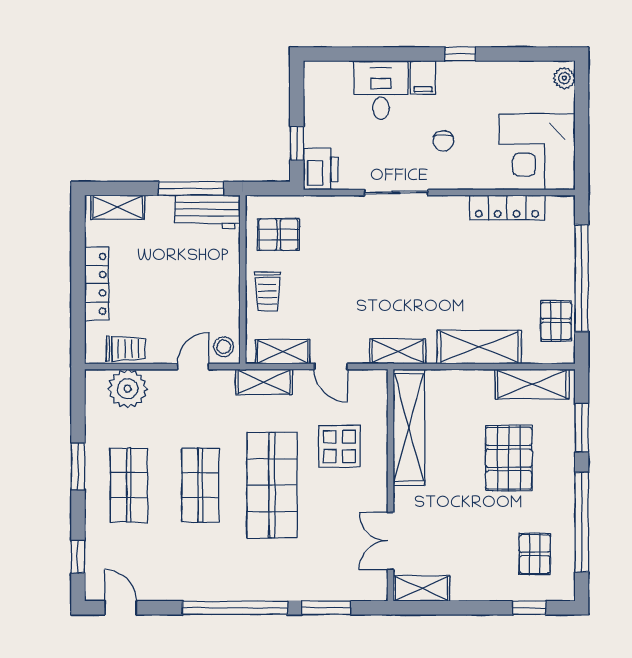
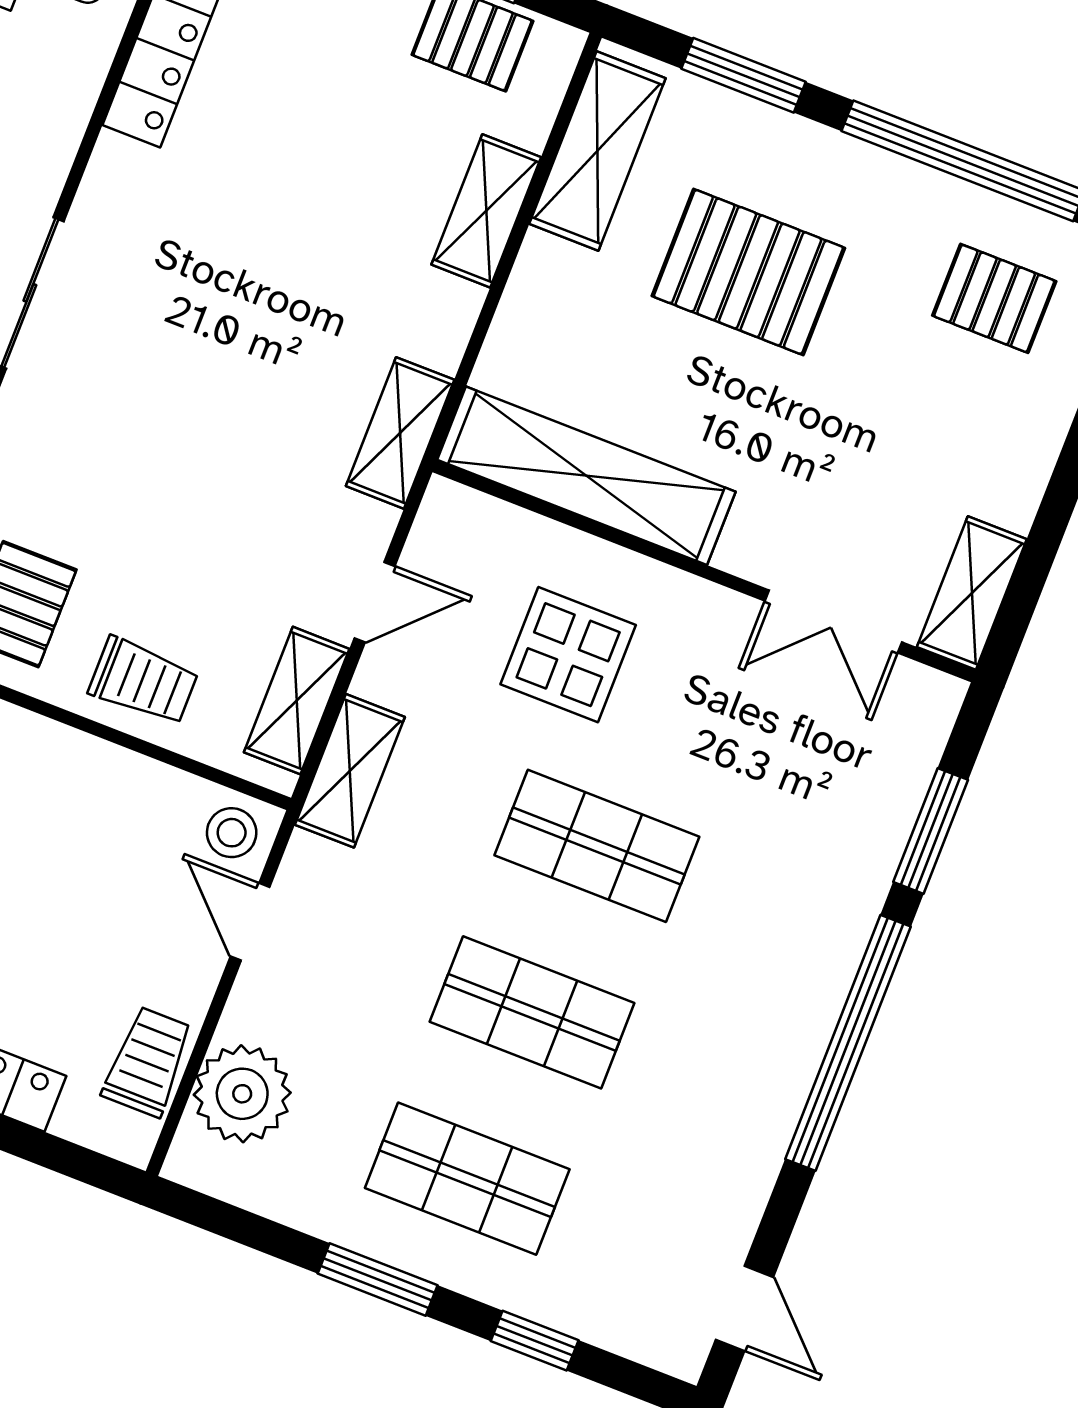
shelving: (479, 347) -> (486, 211), width x0.67, depth x0.75
shop shelf: (272, 485) -> (597, 846), width x0.70, depth x0.74
window: (78, 557) -> (535, 1341), moved
door: (121, 608) -> (744, 1308), swing flipped

